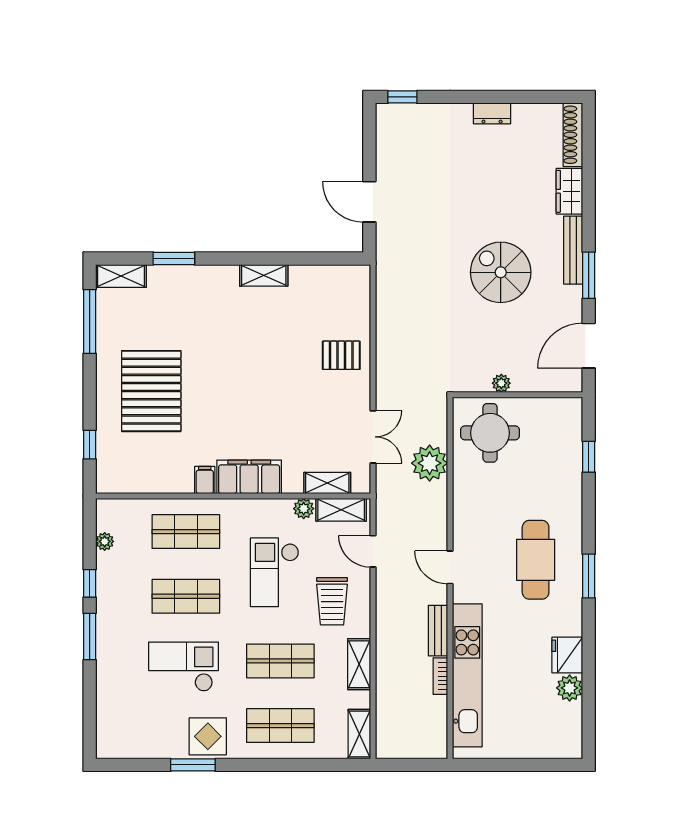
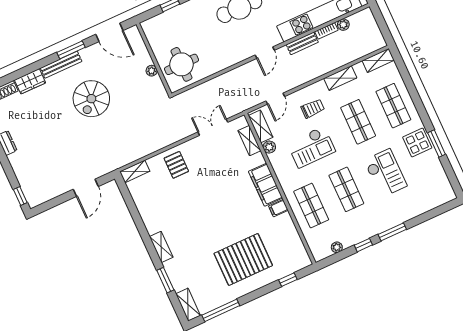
shelving: (264, 275) -> (161, 247), moved
shelving: (360, 288) -> (135, 171), added
plant: (430, 463) -> (343, 25), moved, width x0.53, depth x0.53
trolley: (332, 601) -> (313, 108), width x0.73, depth x0.72
checkout: (183, 667) -> (385, 173), turned 180

